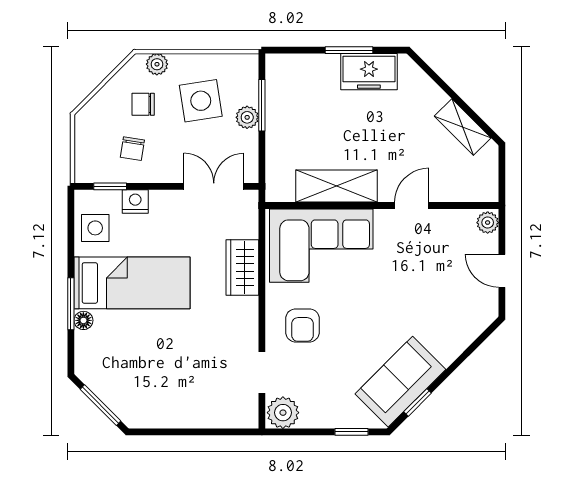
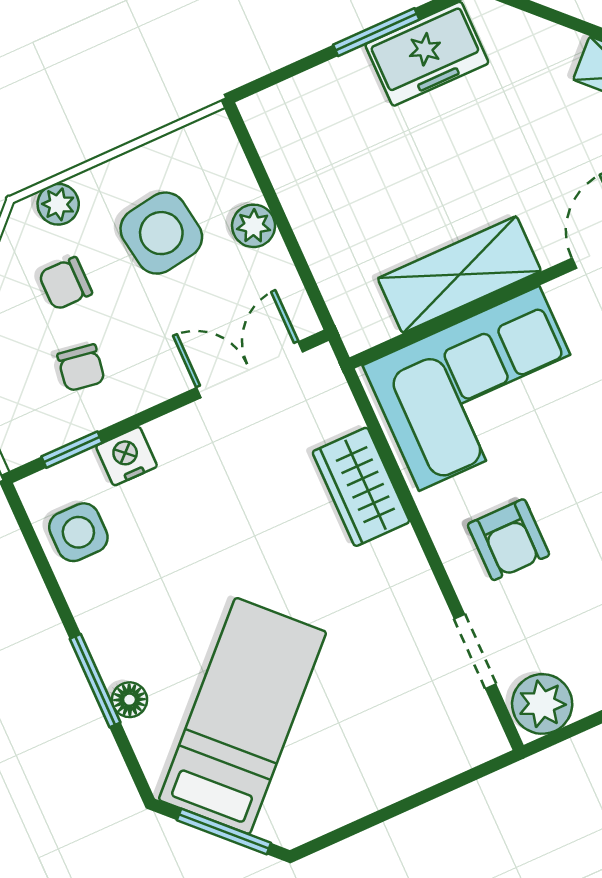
window: (262, 105) -> (269, 194), removed
bed: (132, 283) -> (243, 716), moved, turned -45

